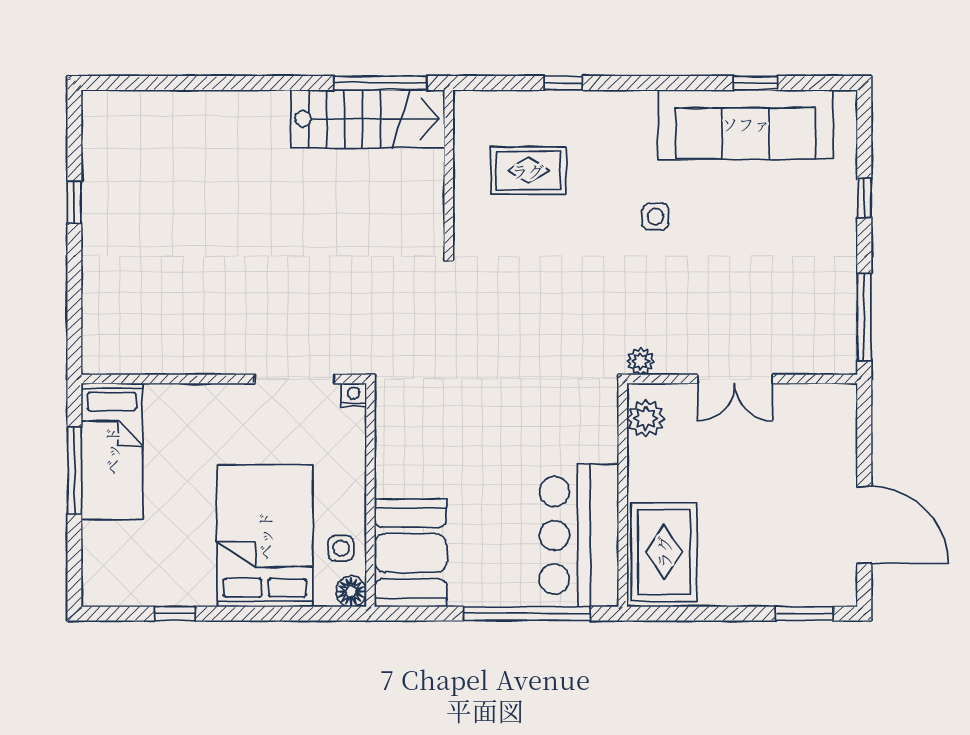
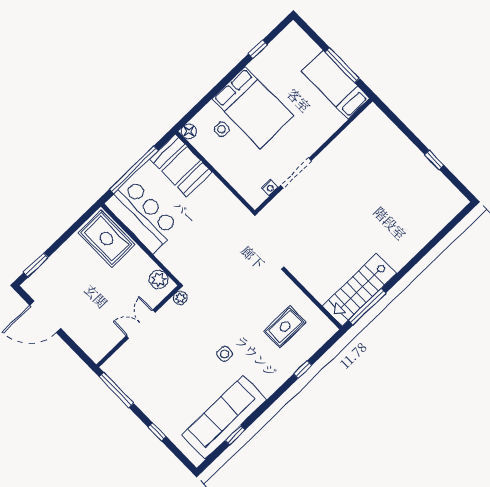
wall: (370, 495) -> (215, 172), moved
booth: (411, 553) -> (181, 165), moved
floor lamp: (351, 591) -> (189, 131), moved

